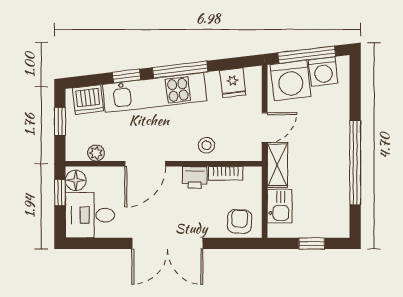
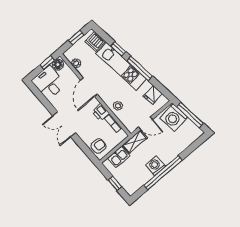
washing machine: (323, 72) -> (155, 166), moved, turned 97
door: (145, 164) -> (89, 87), hinge flipped
double door: (167, 243) -> (64, 124), width x0.73

